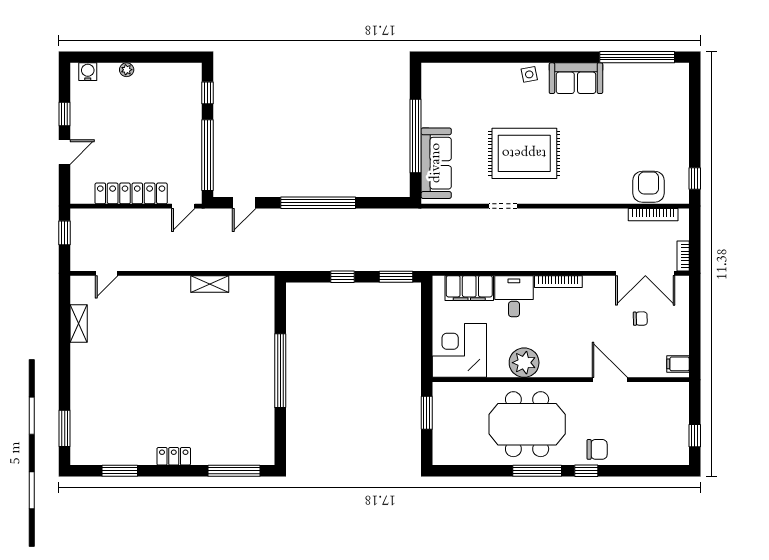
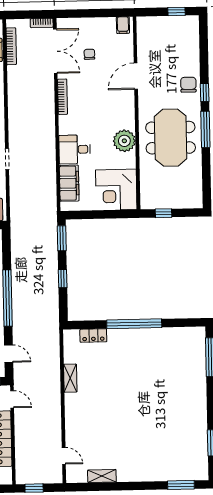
bookcase: (558, 282) -> (63, 97), moved
window: (427, 413) -> (164, 213), width x0.67
locker: (174, 456) -> (93, 336), moved, turned -90

